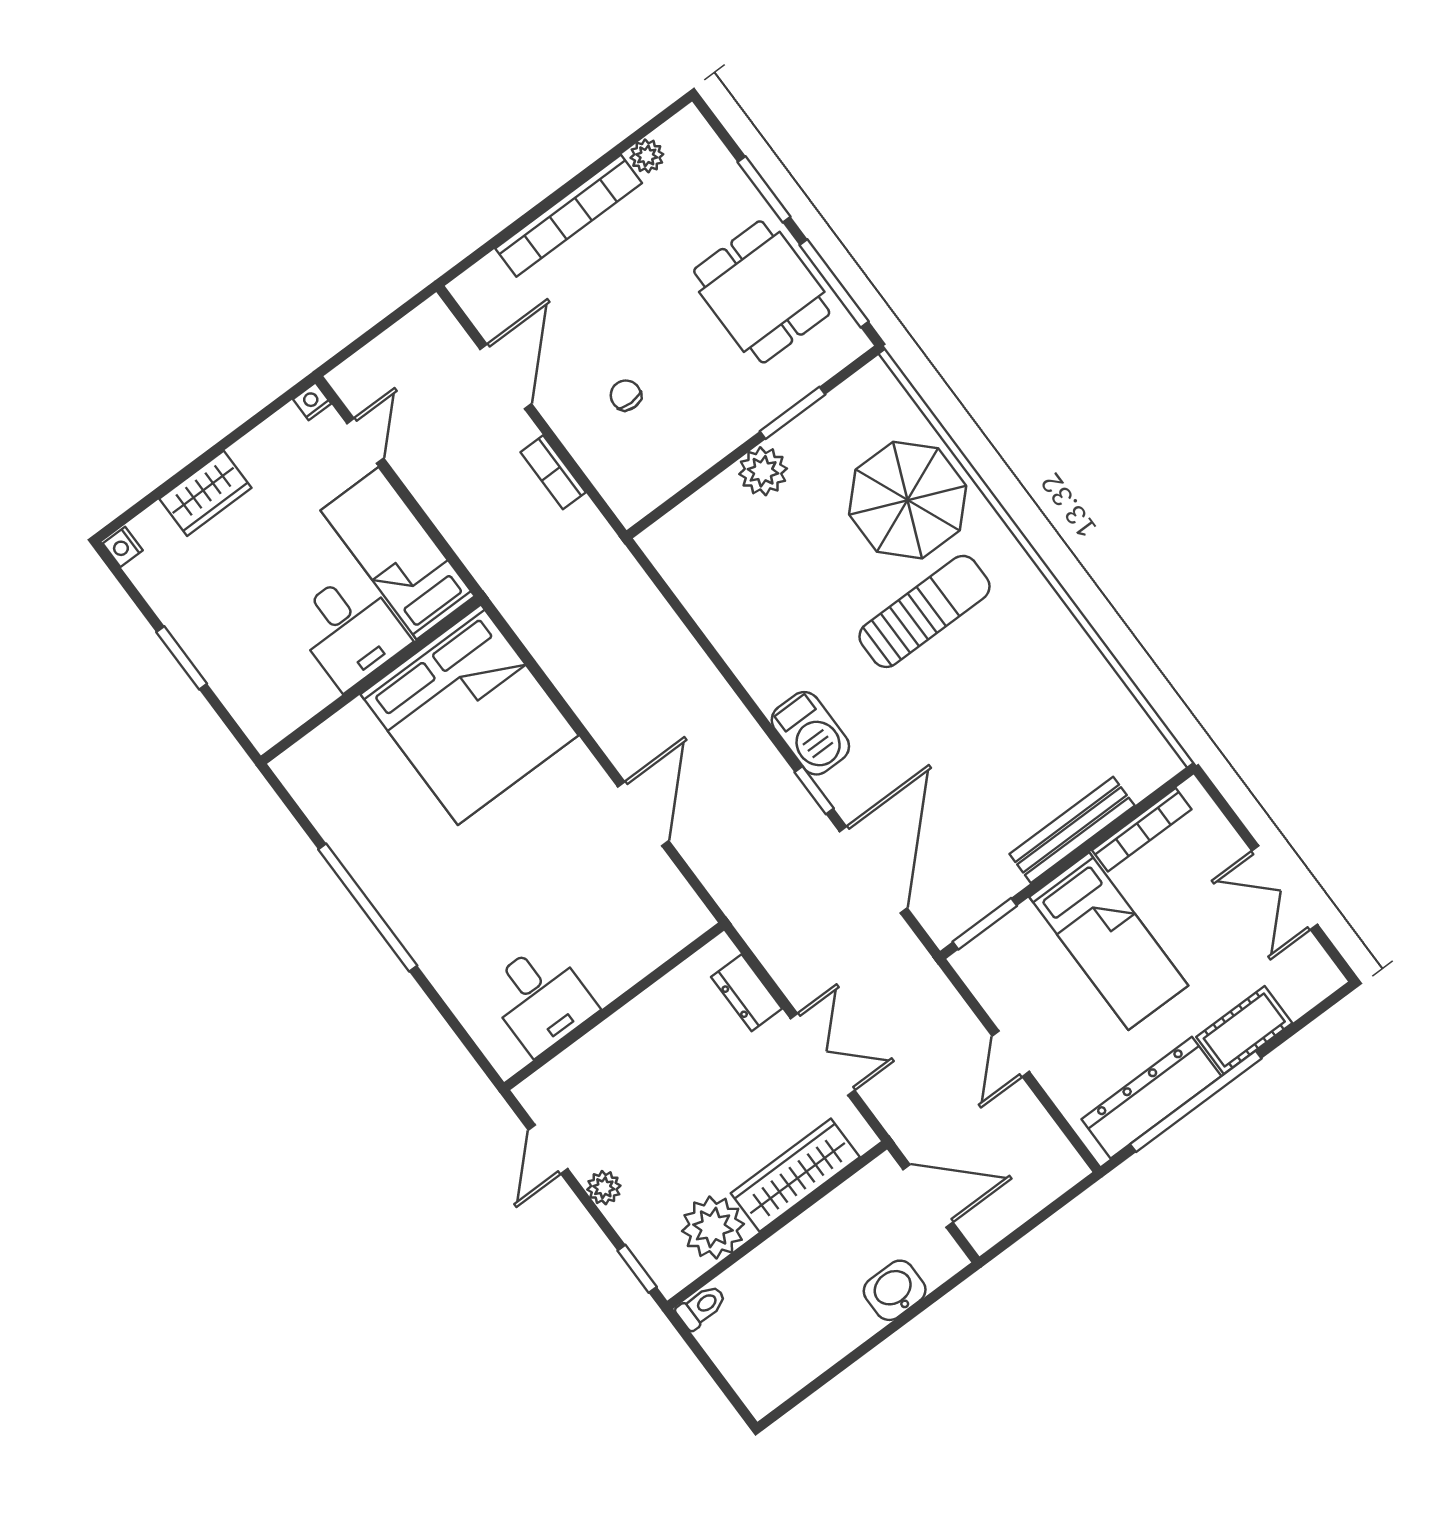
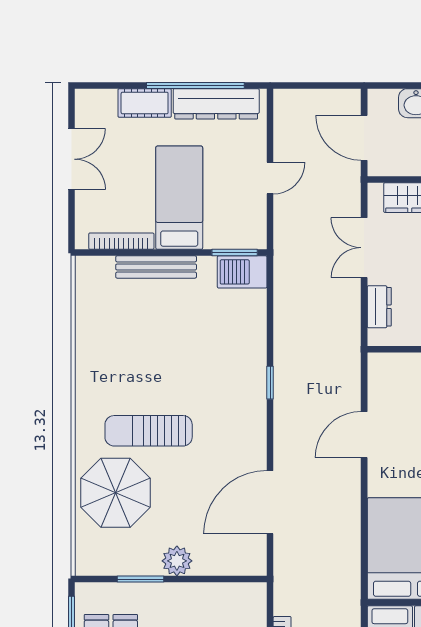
barbecue: (810, 733) -> (242, 272), moved, turned -90
door: (873, 870) -> (270, 502), moved

